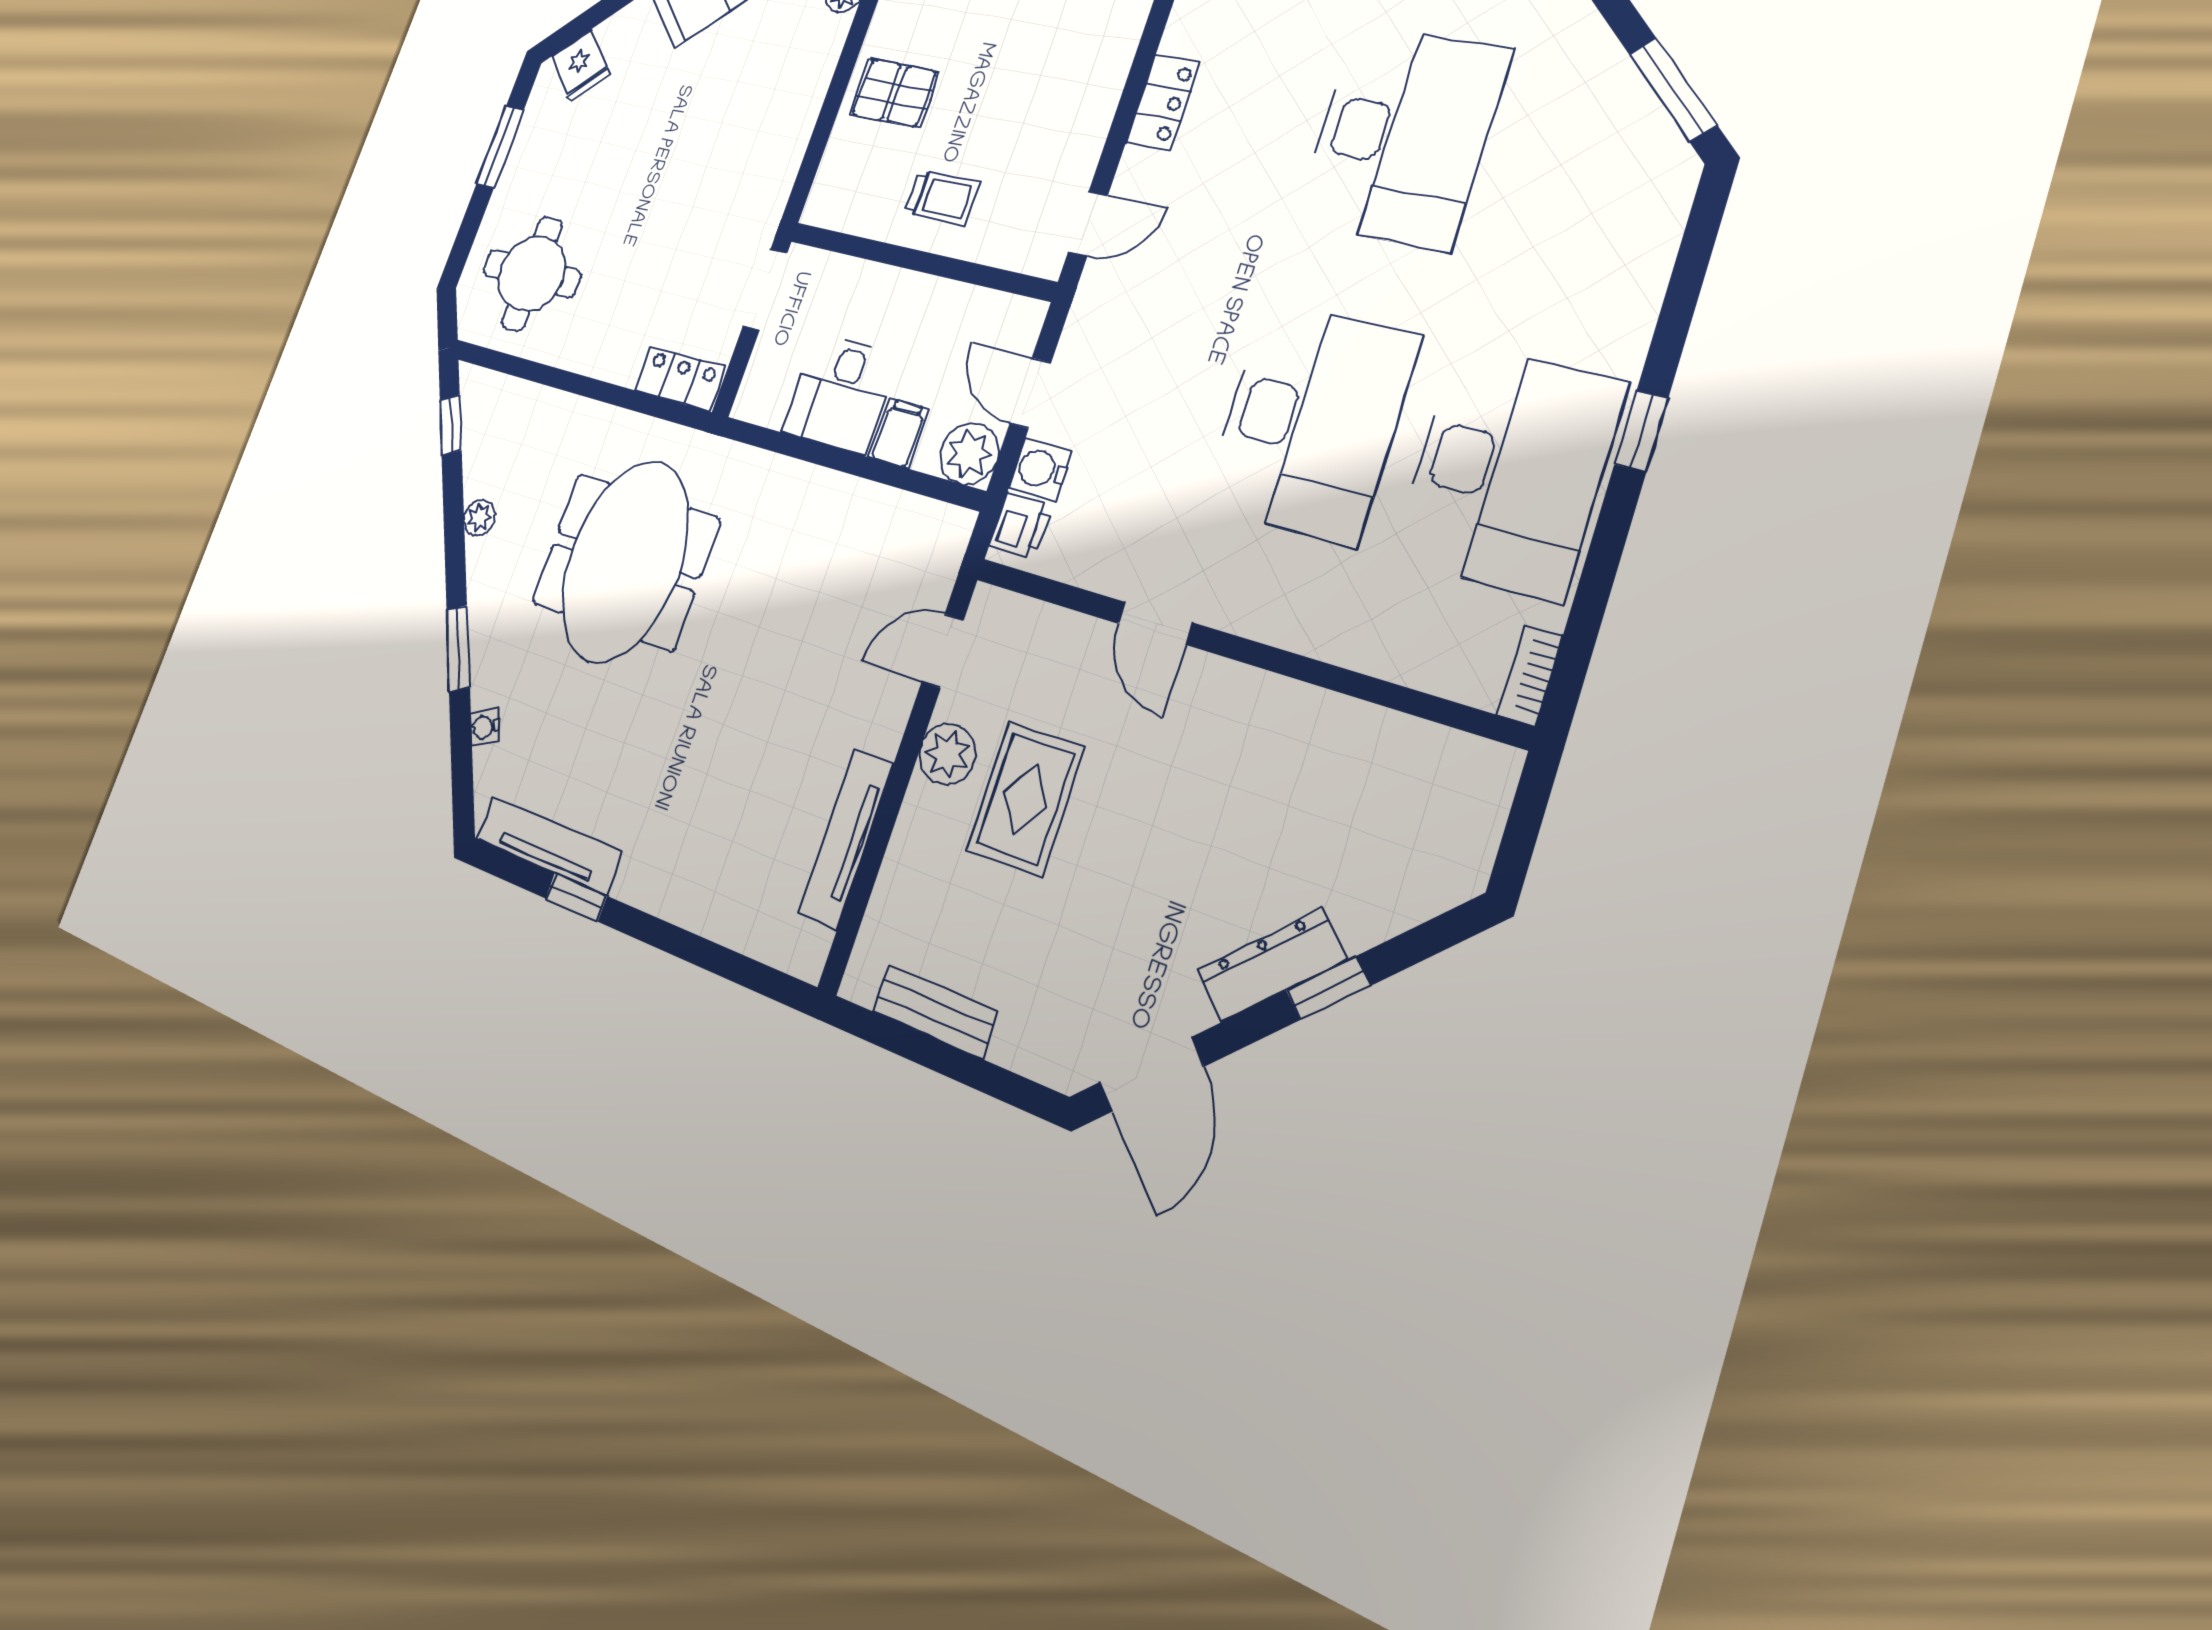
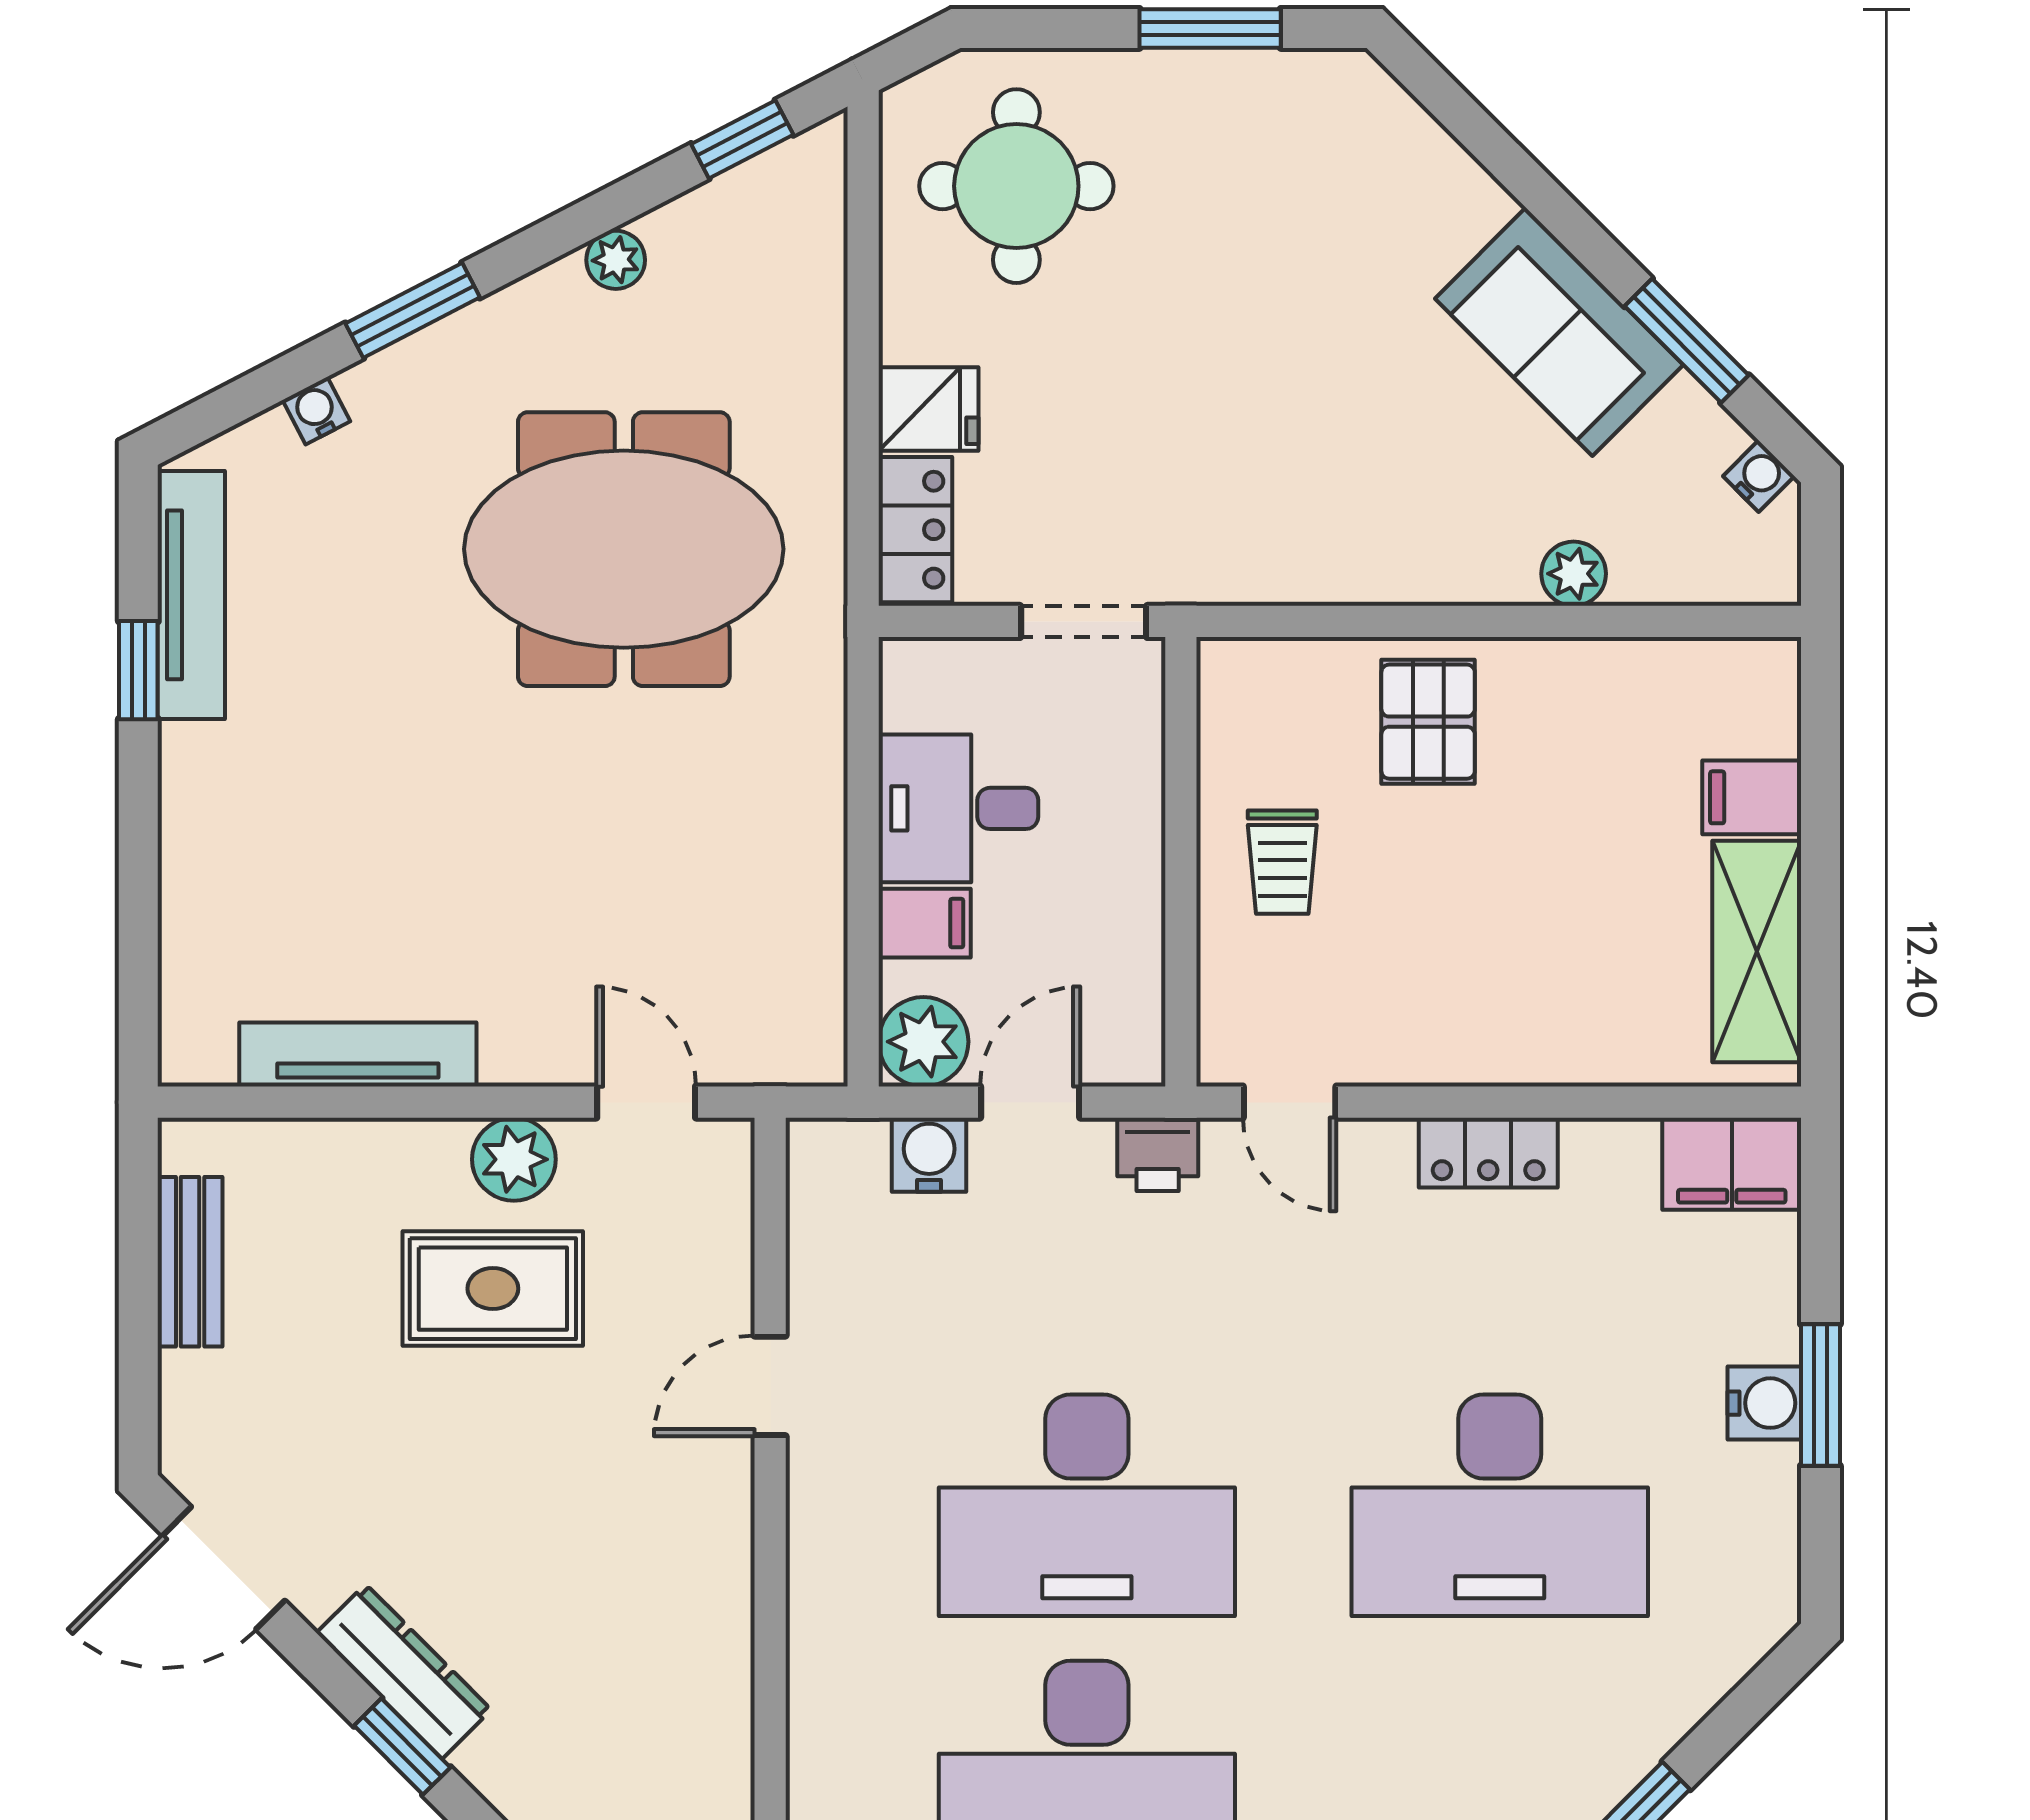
fridge: (580, 65) -> (928, 409), moved, turned -135
printer: (1021, 526) -> (1158, 1154), moved

